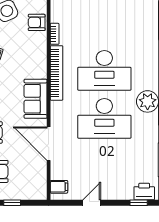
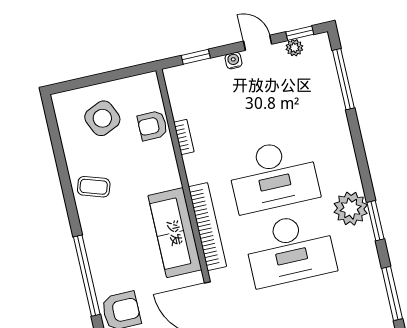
bookcase: (57, 73) -> (207, 227), moved
sofa: (36, 99) -> (175, 233), width x1.36

